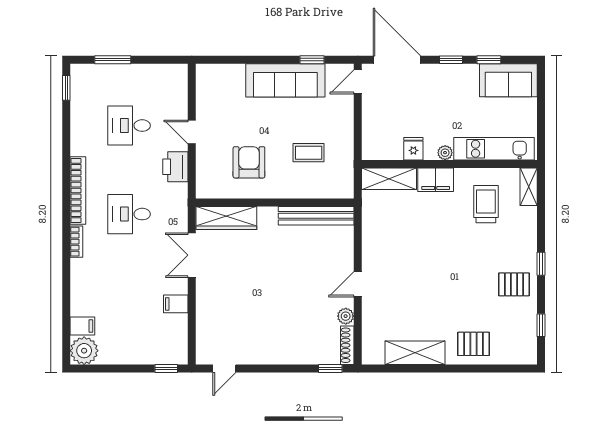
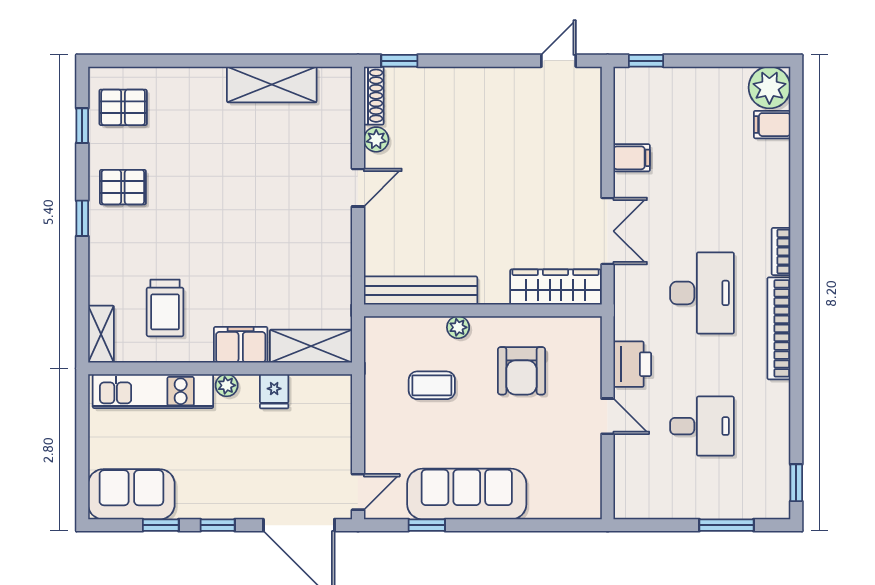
plant: (291, 191) -> (458, 327), added
desk: (129, 214) -> (702, 293), width x1.37
pallet: (474, 344) -> (123, 107), moved

